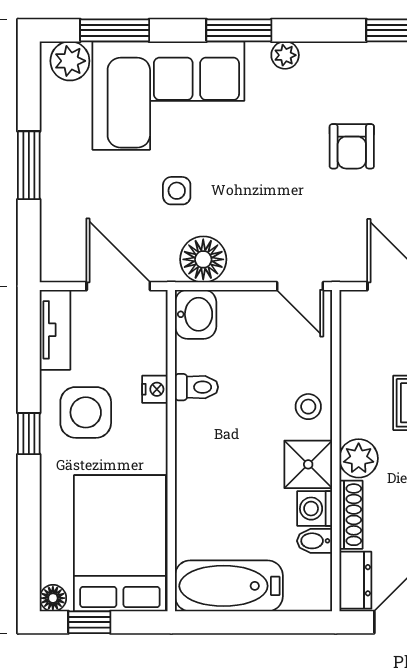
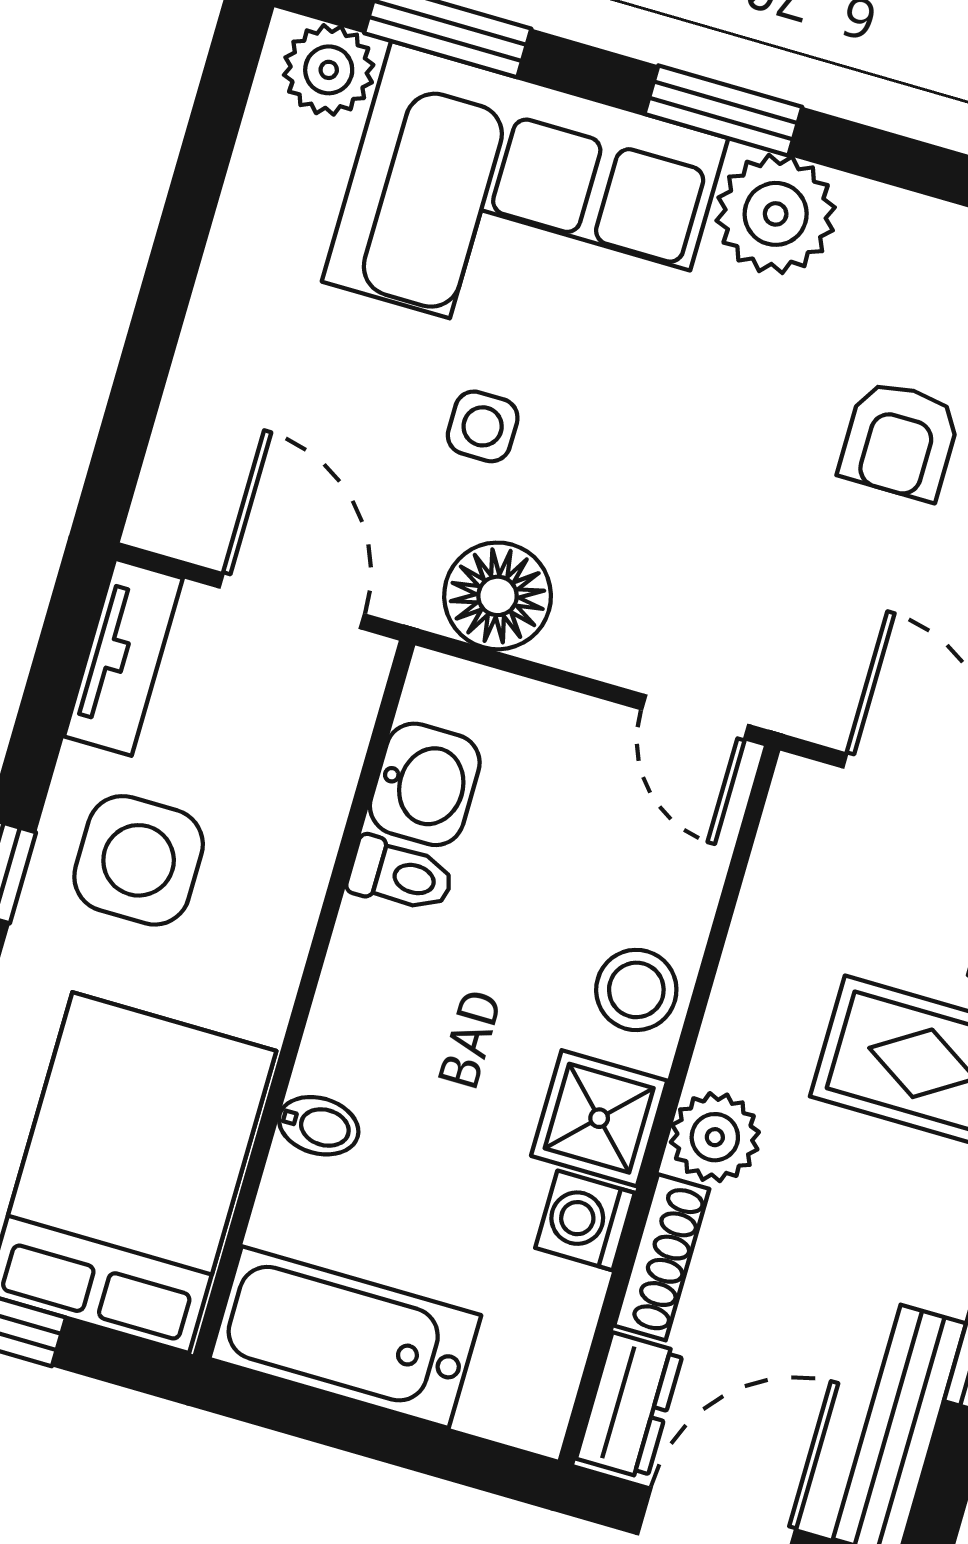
plant: (285, 55) -> (776, 214), width x1.87, depth x1.87
window: (29, 165) -> (171, 275), removed
washbasin: (196, 314) -> (425, 784), moved
nightstand: (155, 389) -> (307, 853), removed
stool: (308, 407) -> (636, 990), width x1.37, depth x1.37
bidet: (314, 541) -> (319, 1126), moved, turned 180

